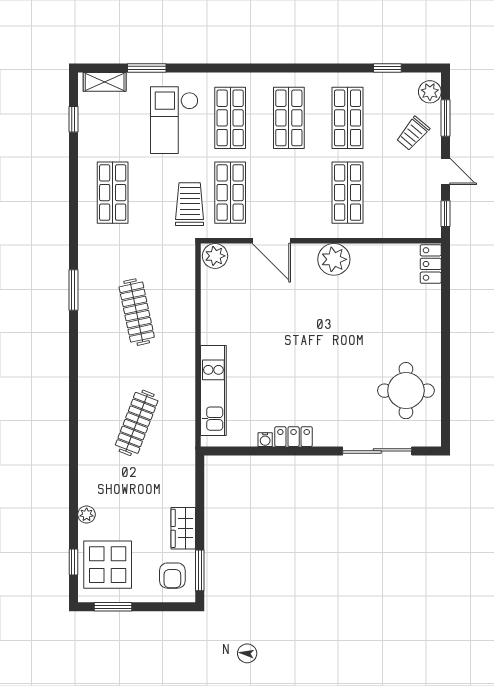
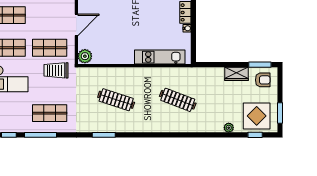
window: (73, 176) -> (41, 135), added
clothes rail: (137, 312) -> (116, 100), turned 30

